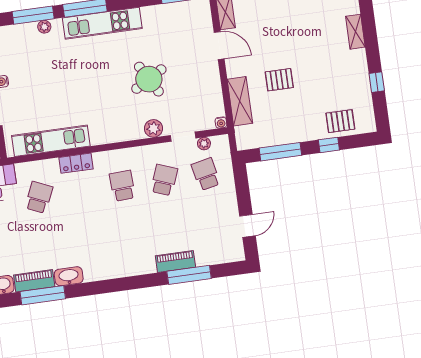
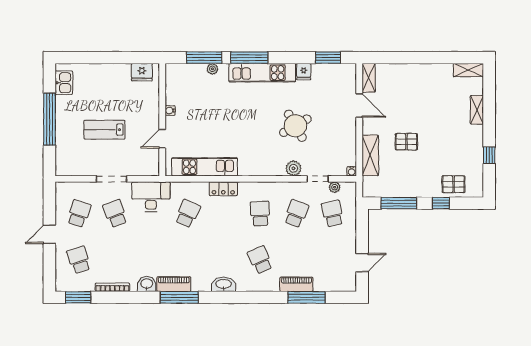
fridge: (150, 15) -> (304, 72), added
school desk: (130, 239) -> (260, 260), added
washbasin: (69, 276) -> (224, 284), moved

